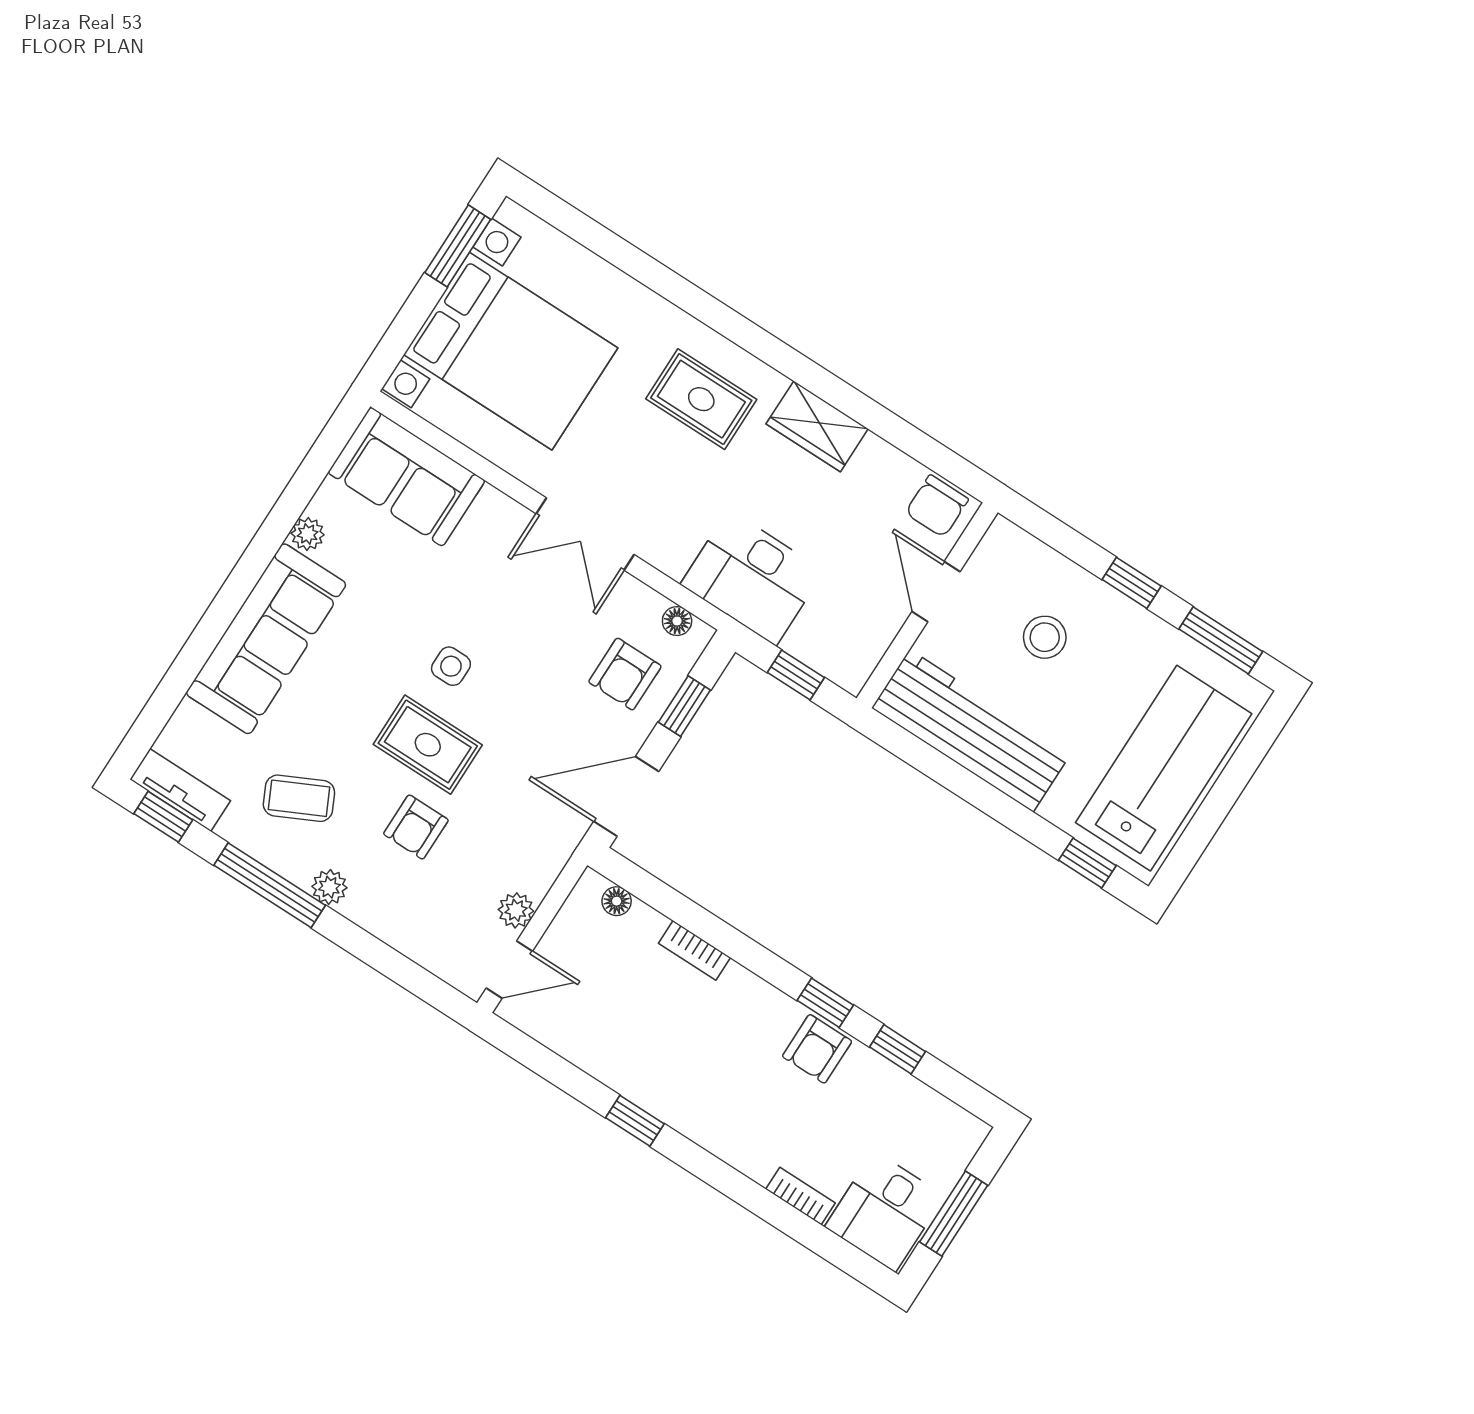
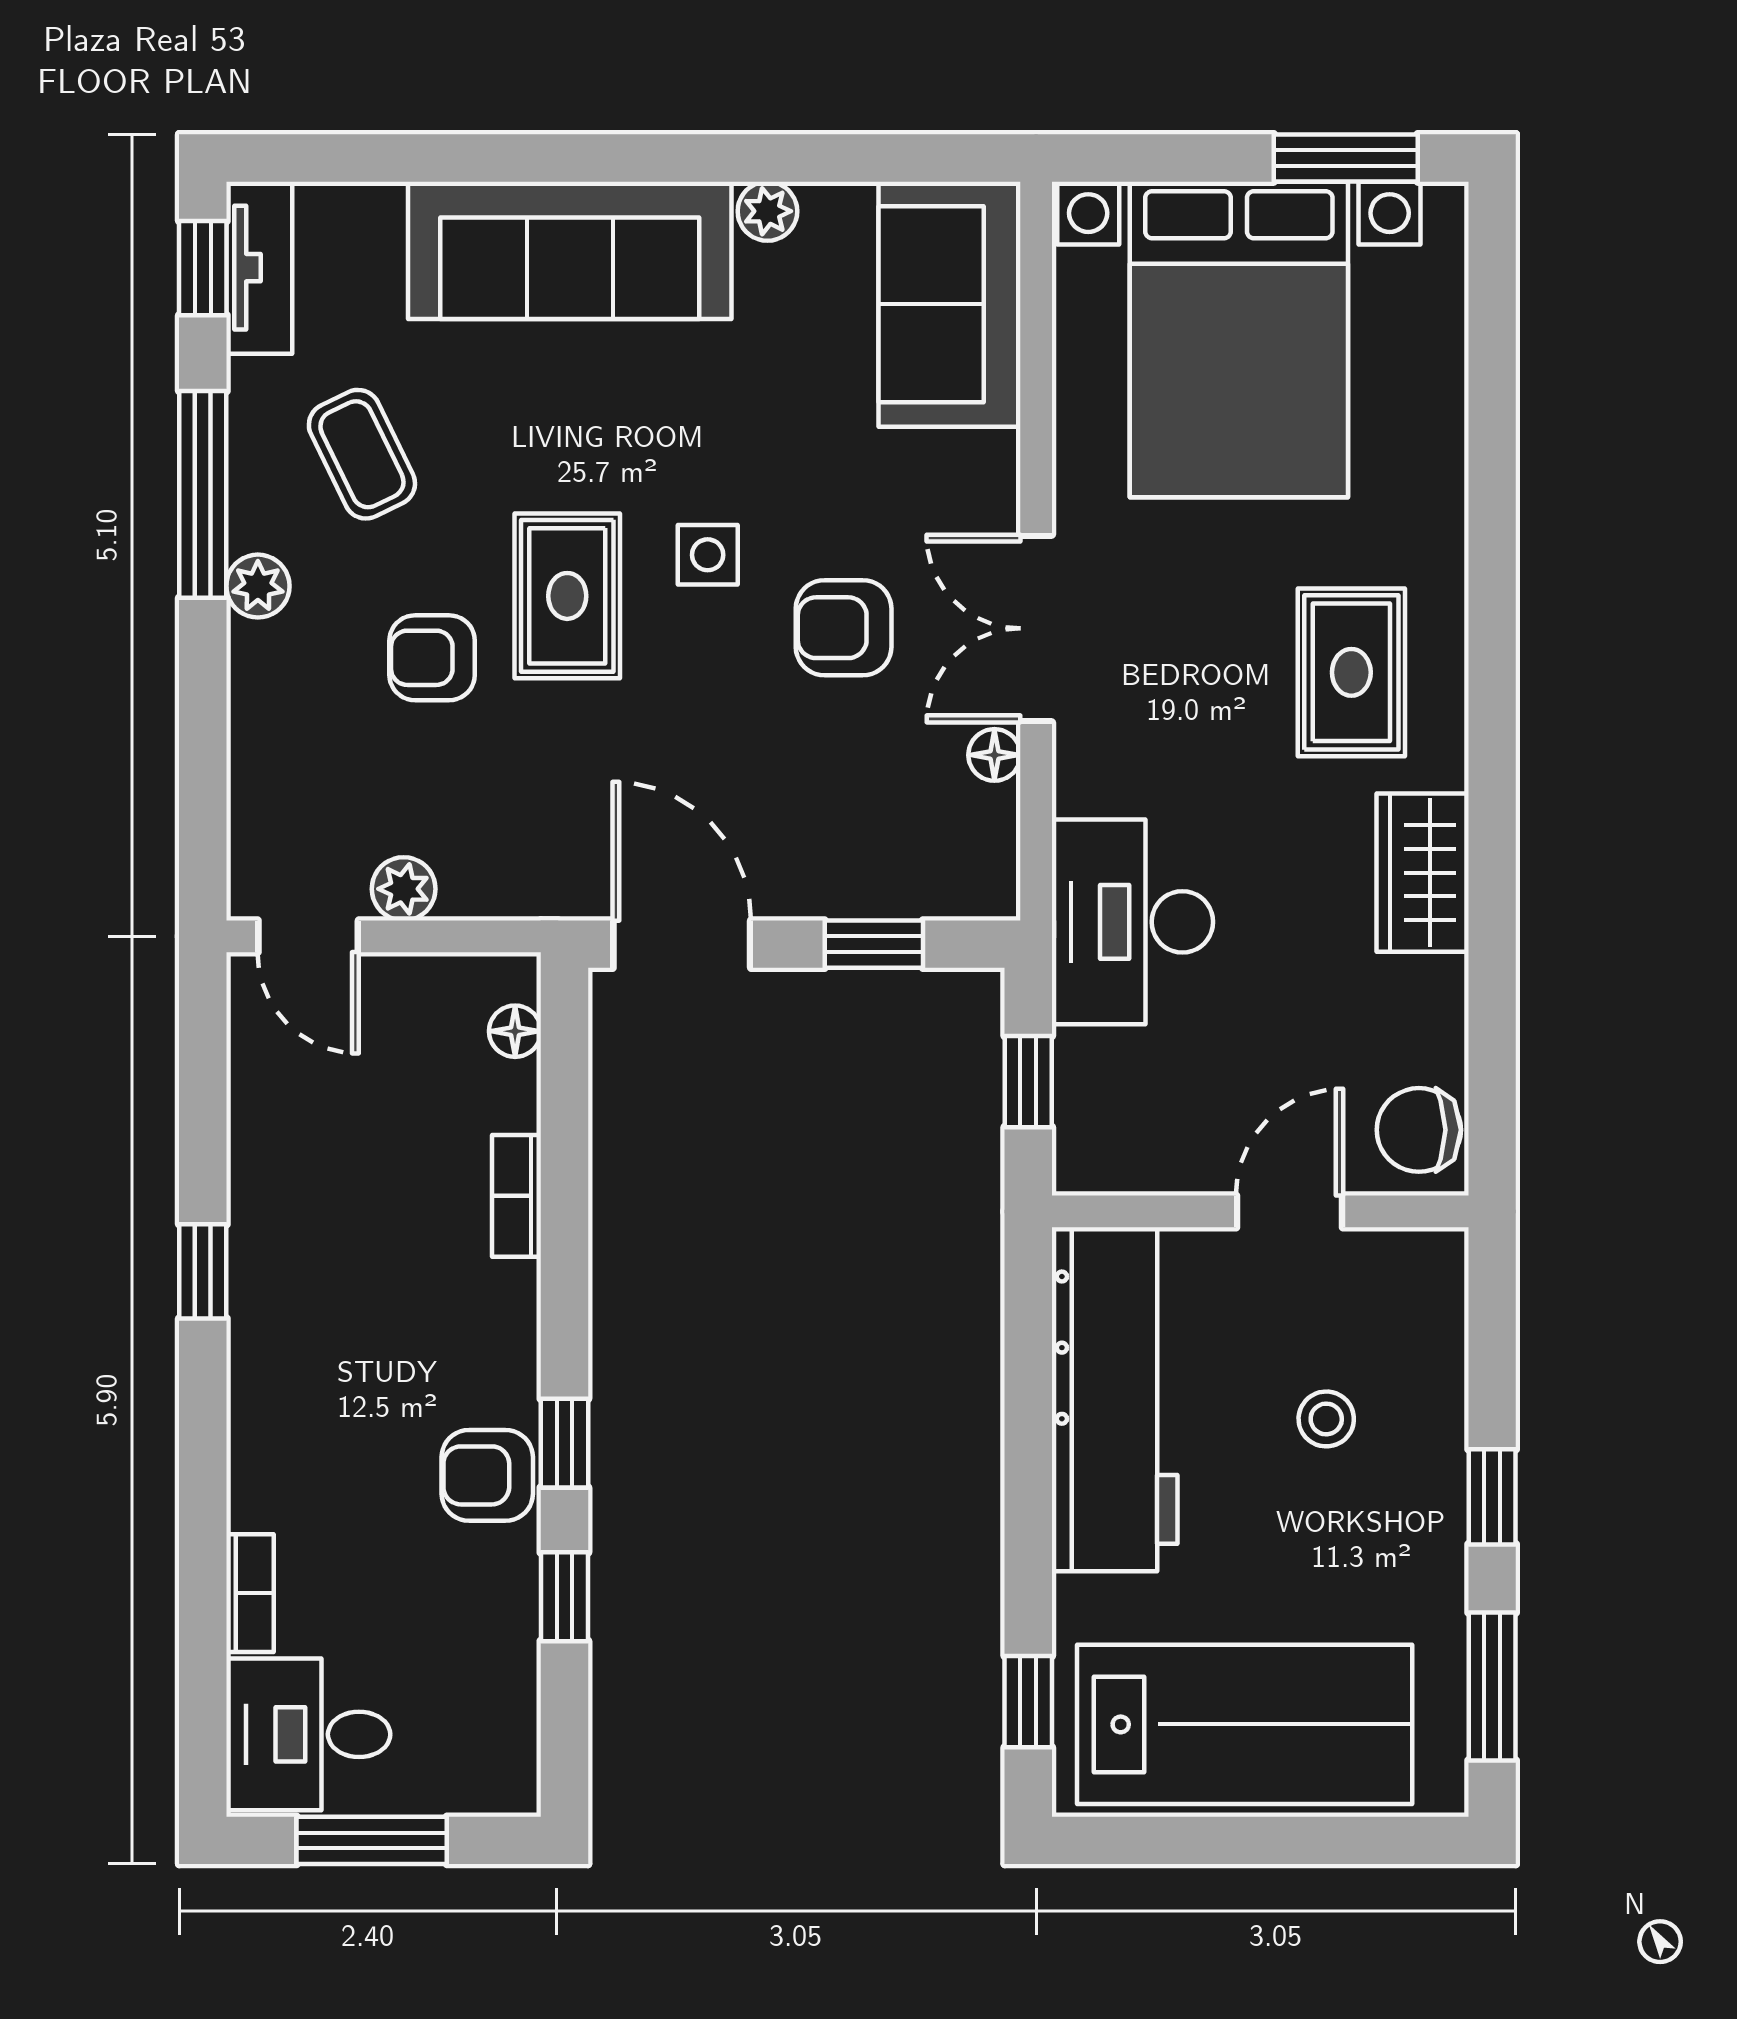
floor lamp: (677, 621) -> (994, 755), moved
stool: (1045, 637) -> (1326, 1419), width x0.73, depth x0.73
armchair: (625, 674) -> (844, 628), moved

